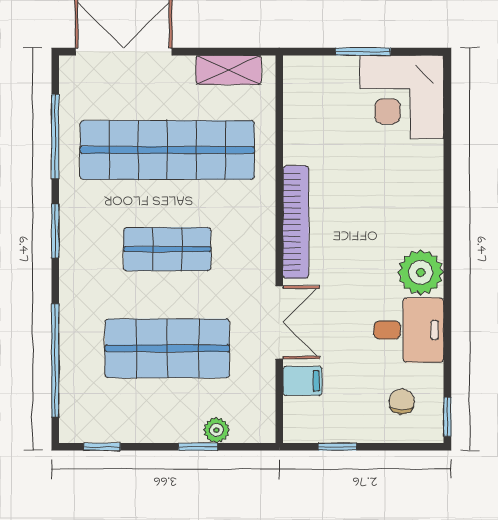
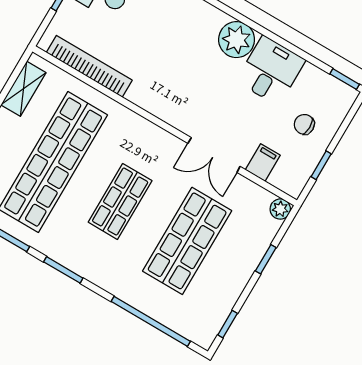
bookcase: (296, 222) -> (89, 66), moved
double door: (279, 322) -> (214, 155), swing flipped
chair: (402, 402) -> (304, 124), moved
plant: (216, 430) -> (280, 209), moved

